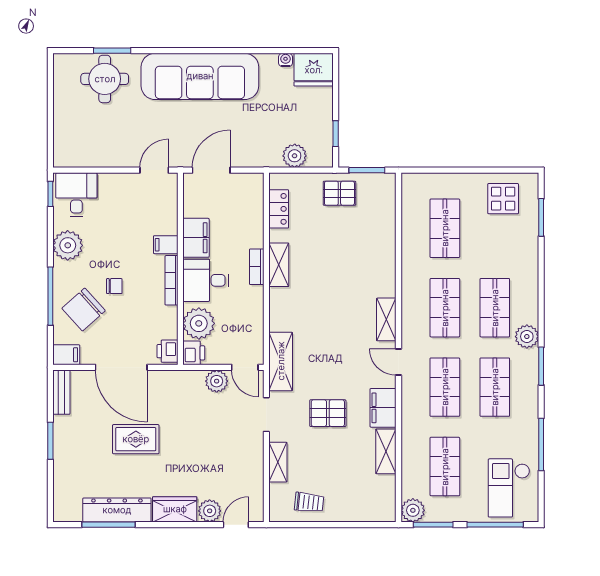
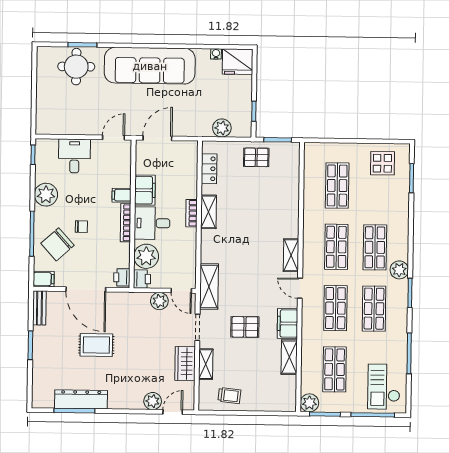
desk: (76, 195) -> (74, 156), moved
wardrobe: (175, 509) -> (185, 364), moved, turned -90

